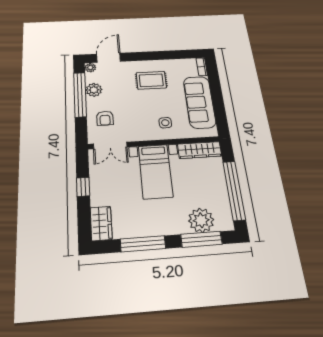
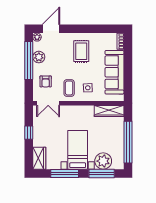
rug: (151, 80) -> (81, 51), turned 90
coffee table: (139, 124) -> (69, 88), added
bed with nightstands: (155, 171) -> (78, 150), moved, turned 180

